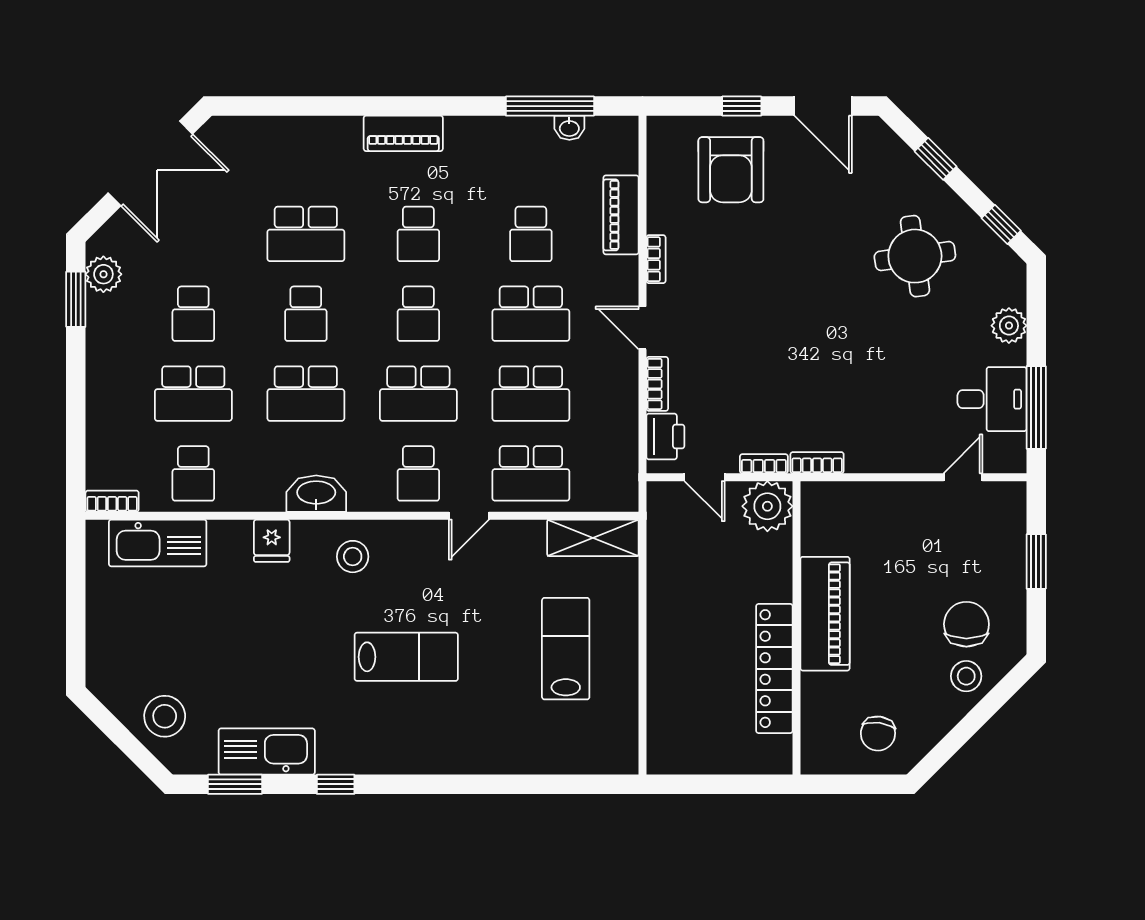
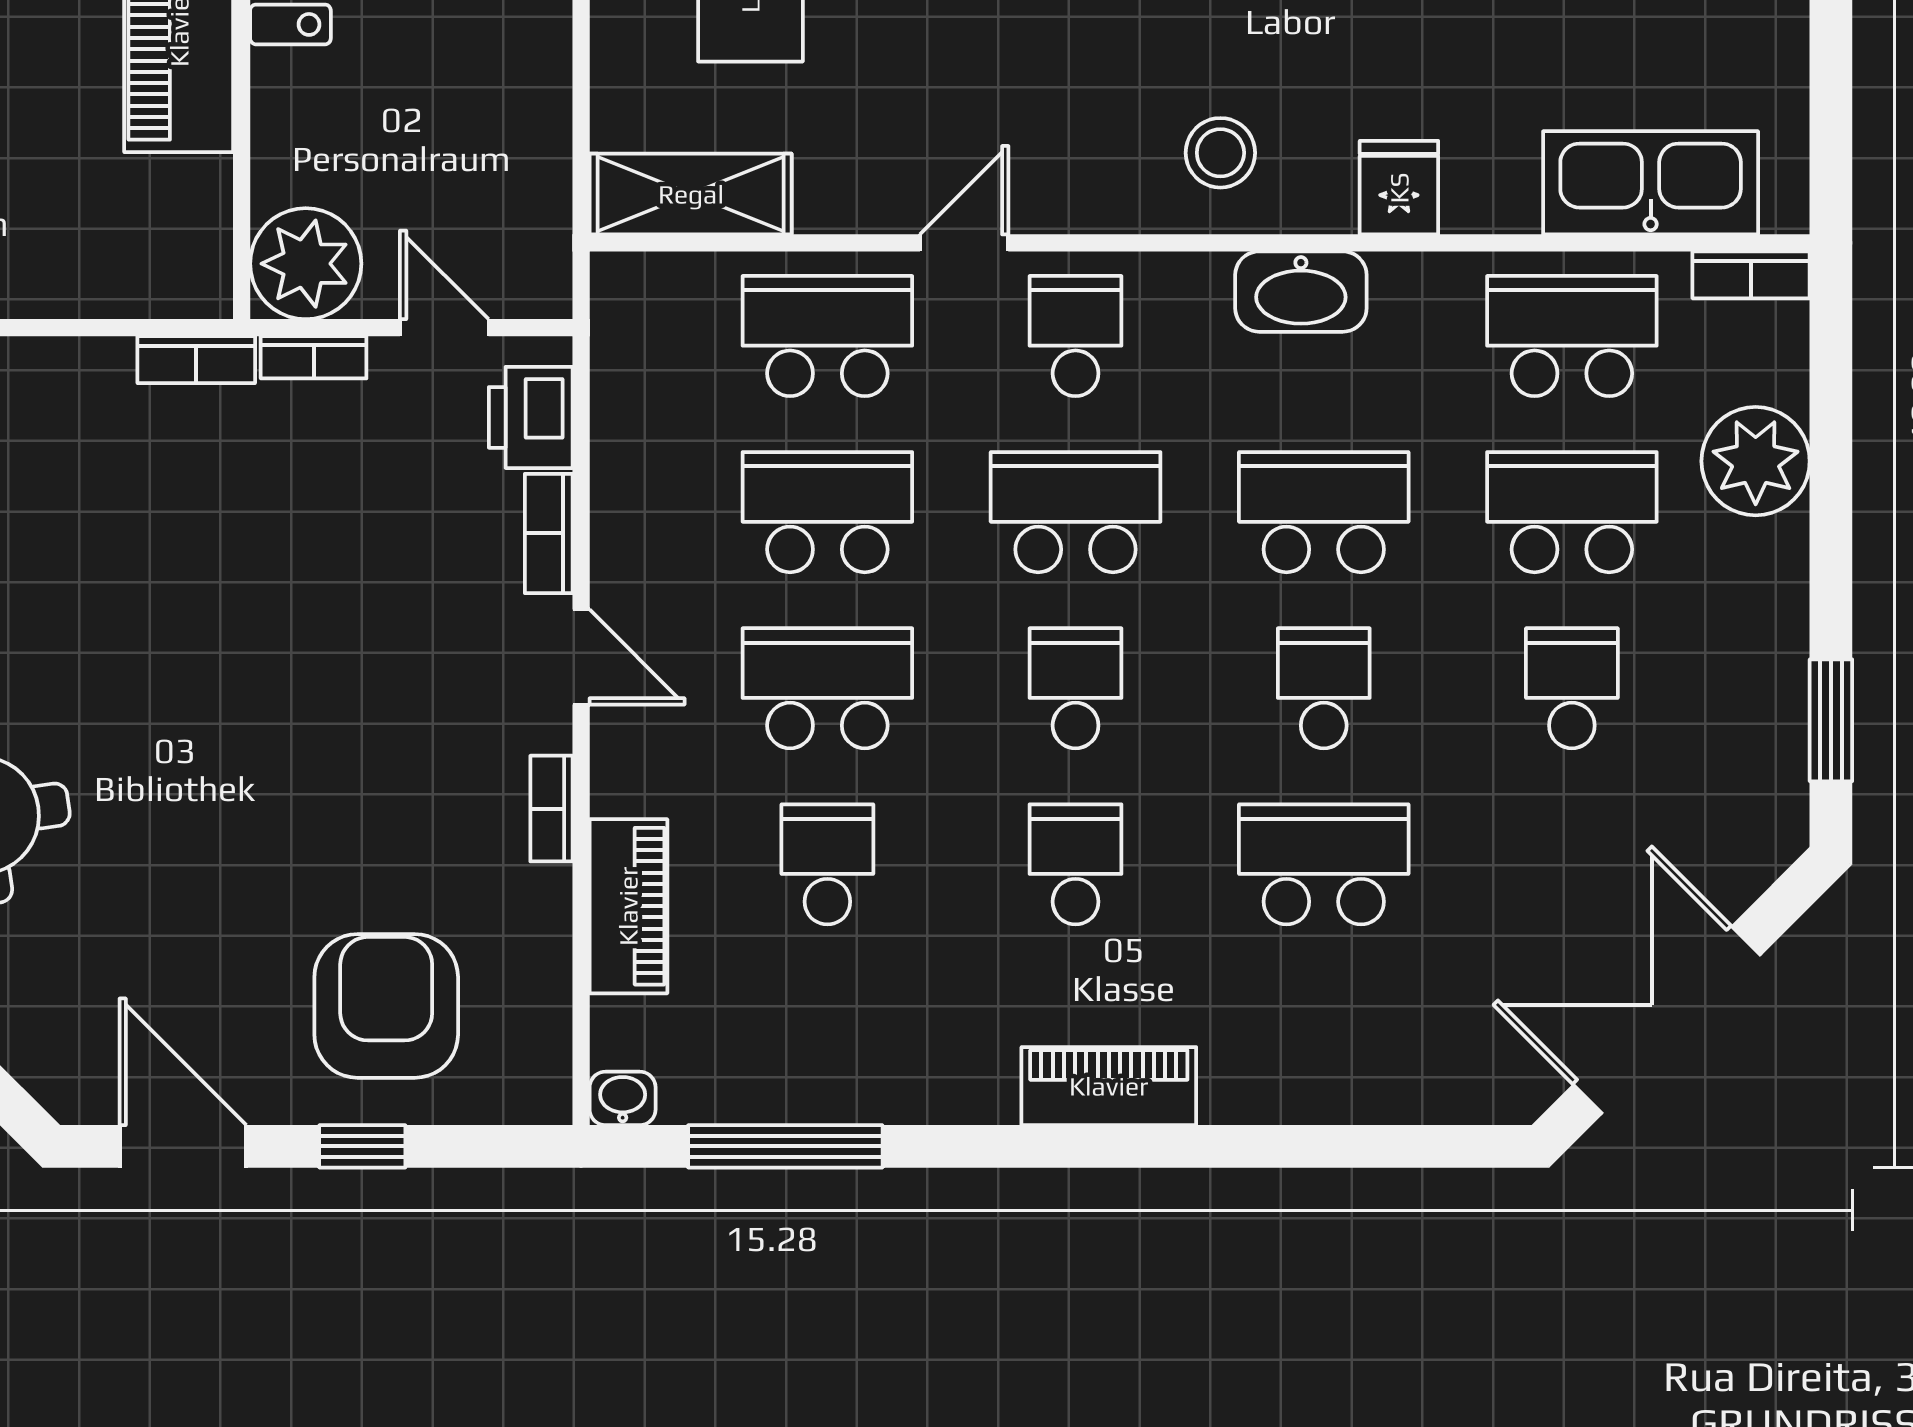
washbasin: (569, 128) -> (623, 1098), moved
plant: (103, 274) -> (1756, 461), moved, width x1.36, depth x1.36
school desk: (193, 473) -> (1572, 336), width x1.85

